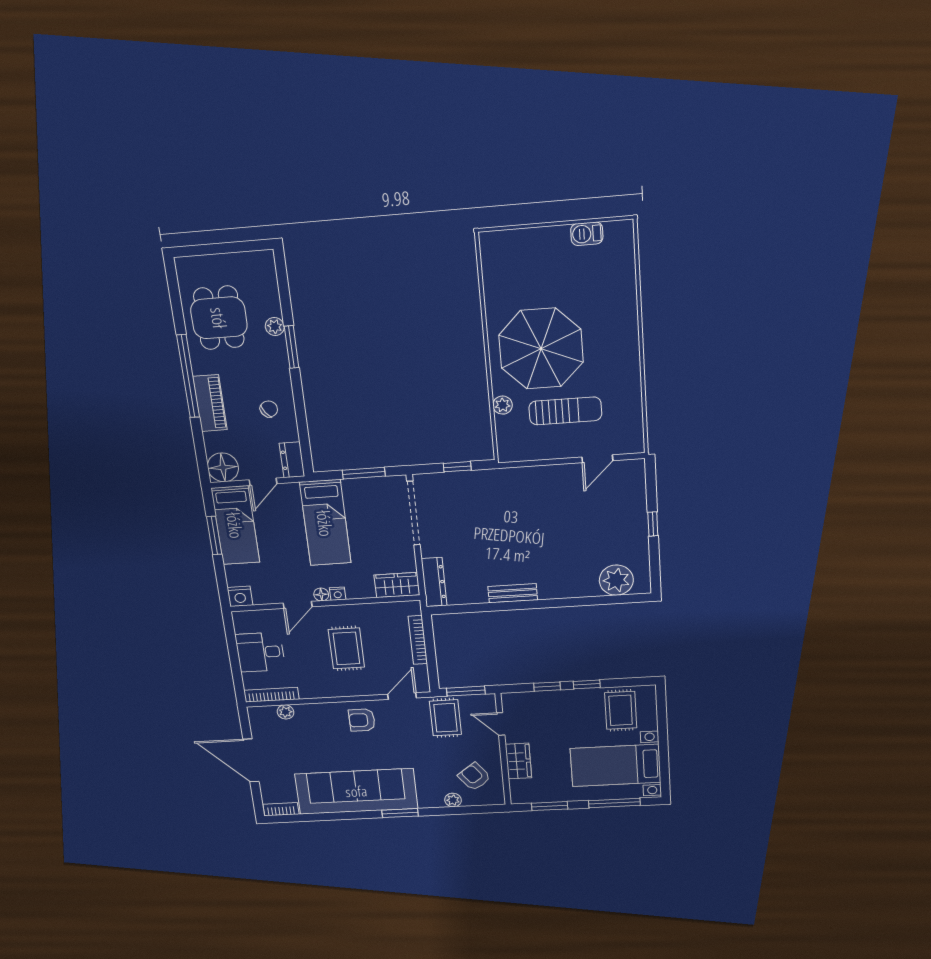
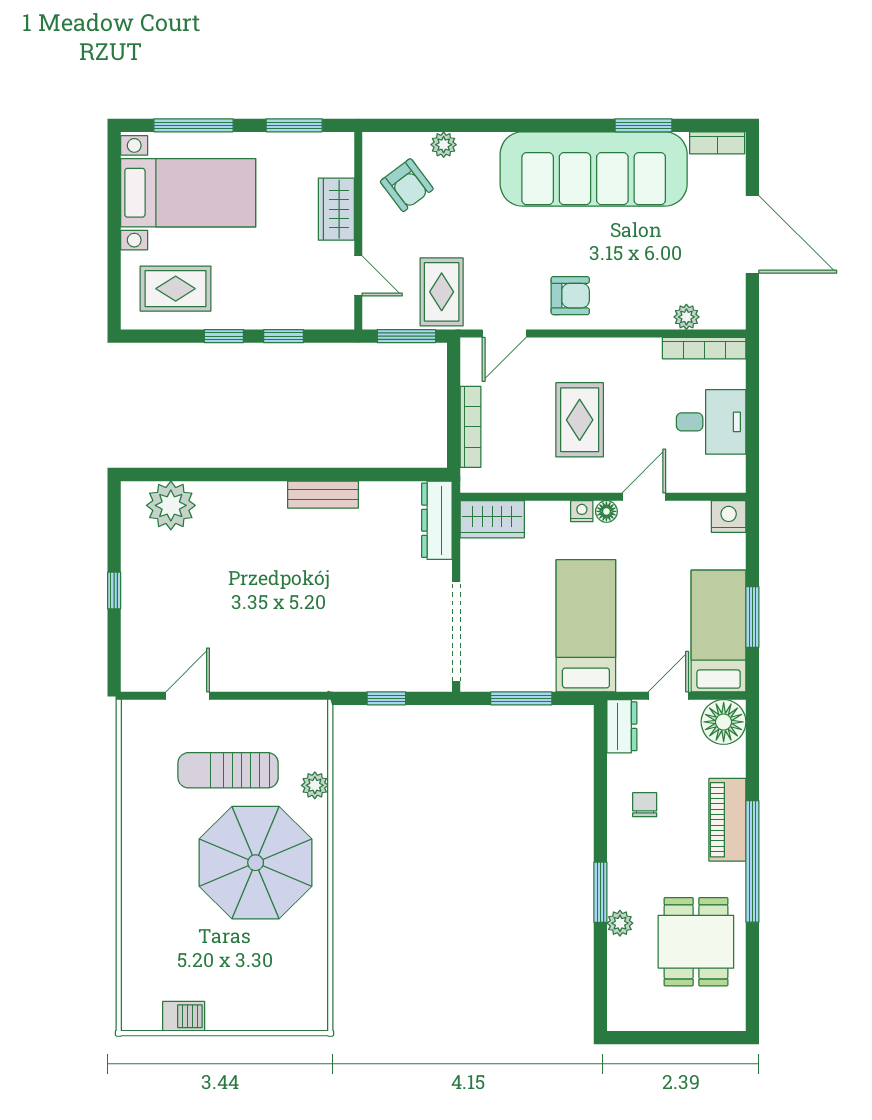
chair: (269, 409) -> (645, 805), turned 125
rug: (621, 710) -> (176, 289), turned 90
window: (400, 813) -> (644, 125), moved

